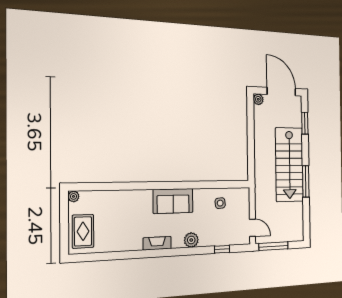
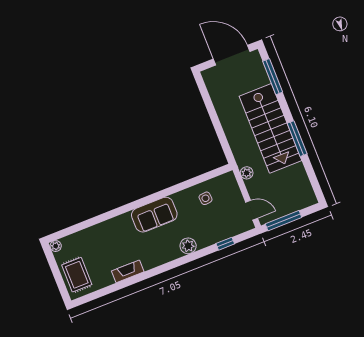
plant: (258, 99) -> (247, 173), moved
window: (305, 123) -> (273, 77), width x1.44
fireplace: (157, 243) -> (128, 271), moved

